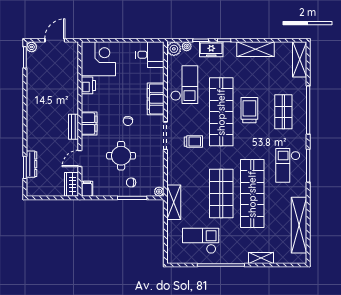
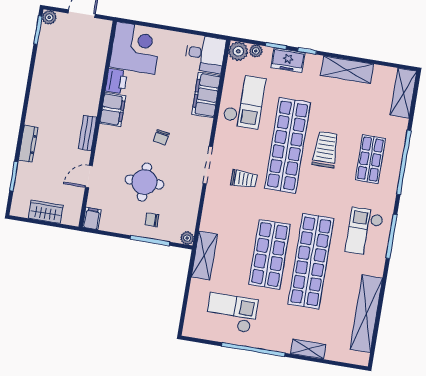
filing cabinet: (156, 99) -> (206, 95), moved
filing cabinet: (89, 124) -> (113, 110), moved
dresser: (32, 164) -> (28, 144), moved
wardrobe: (71, 184) -> (46, 212), moved, turned 90

